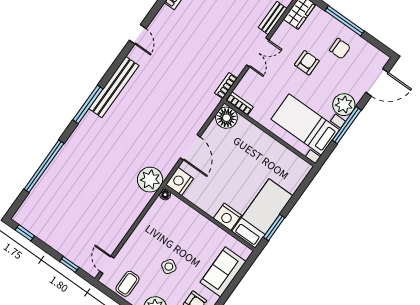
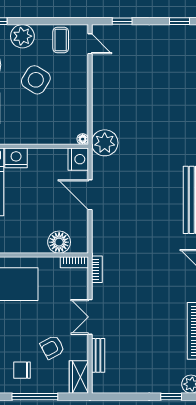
armchair: (307, 63) -> (52, 347), moved, turned 62
floor lamp: (226, 118) -> (59, 242), moved
side table: (169, 267) -> (36, 80), width x1.87, depth x1.87

